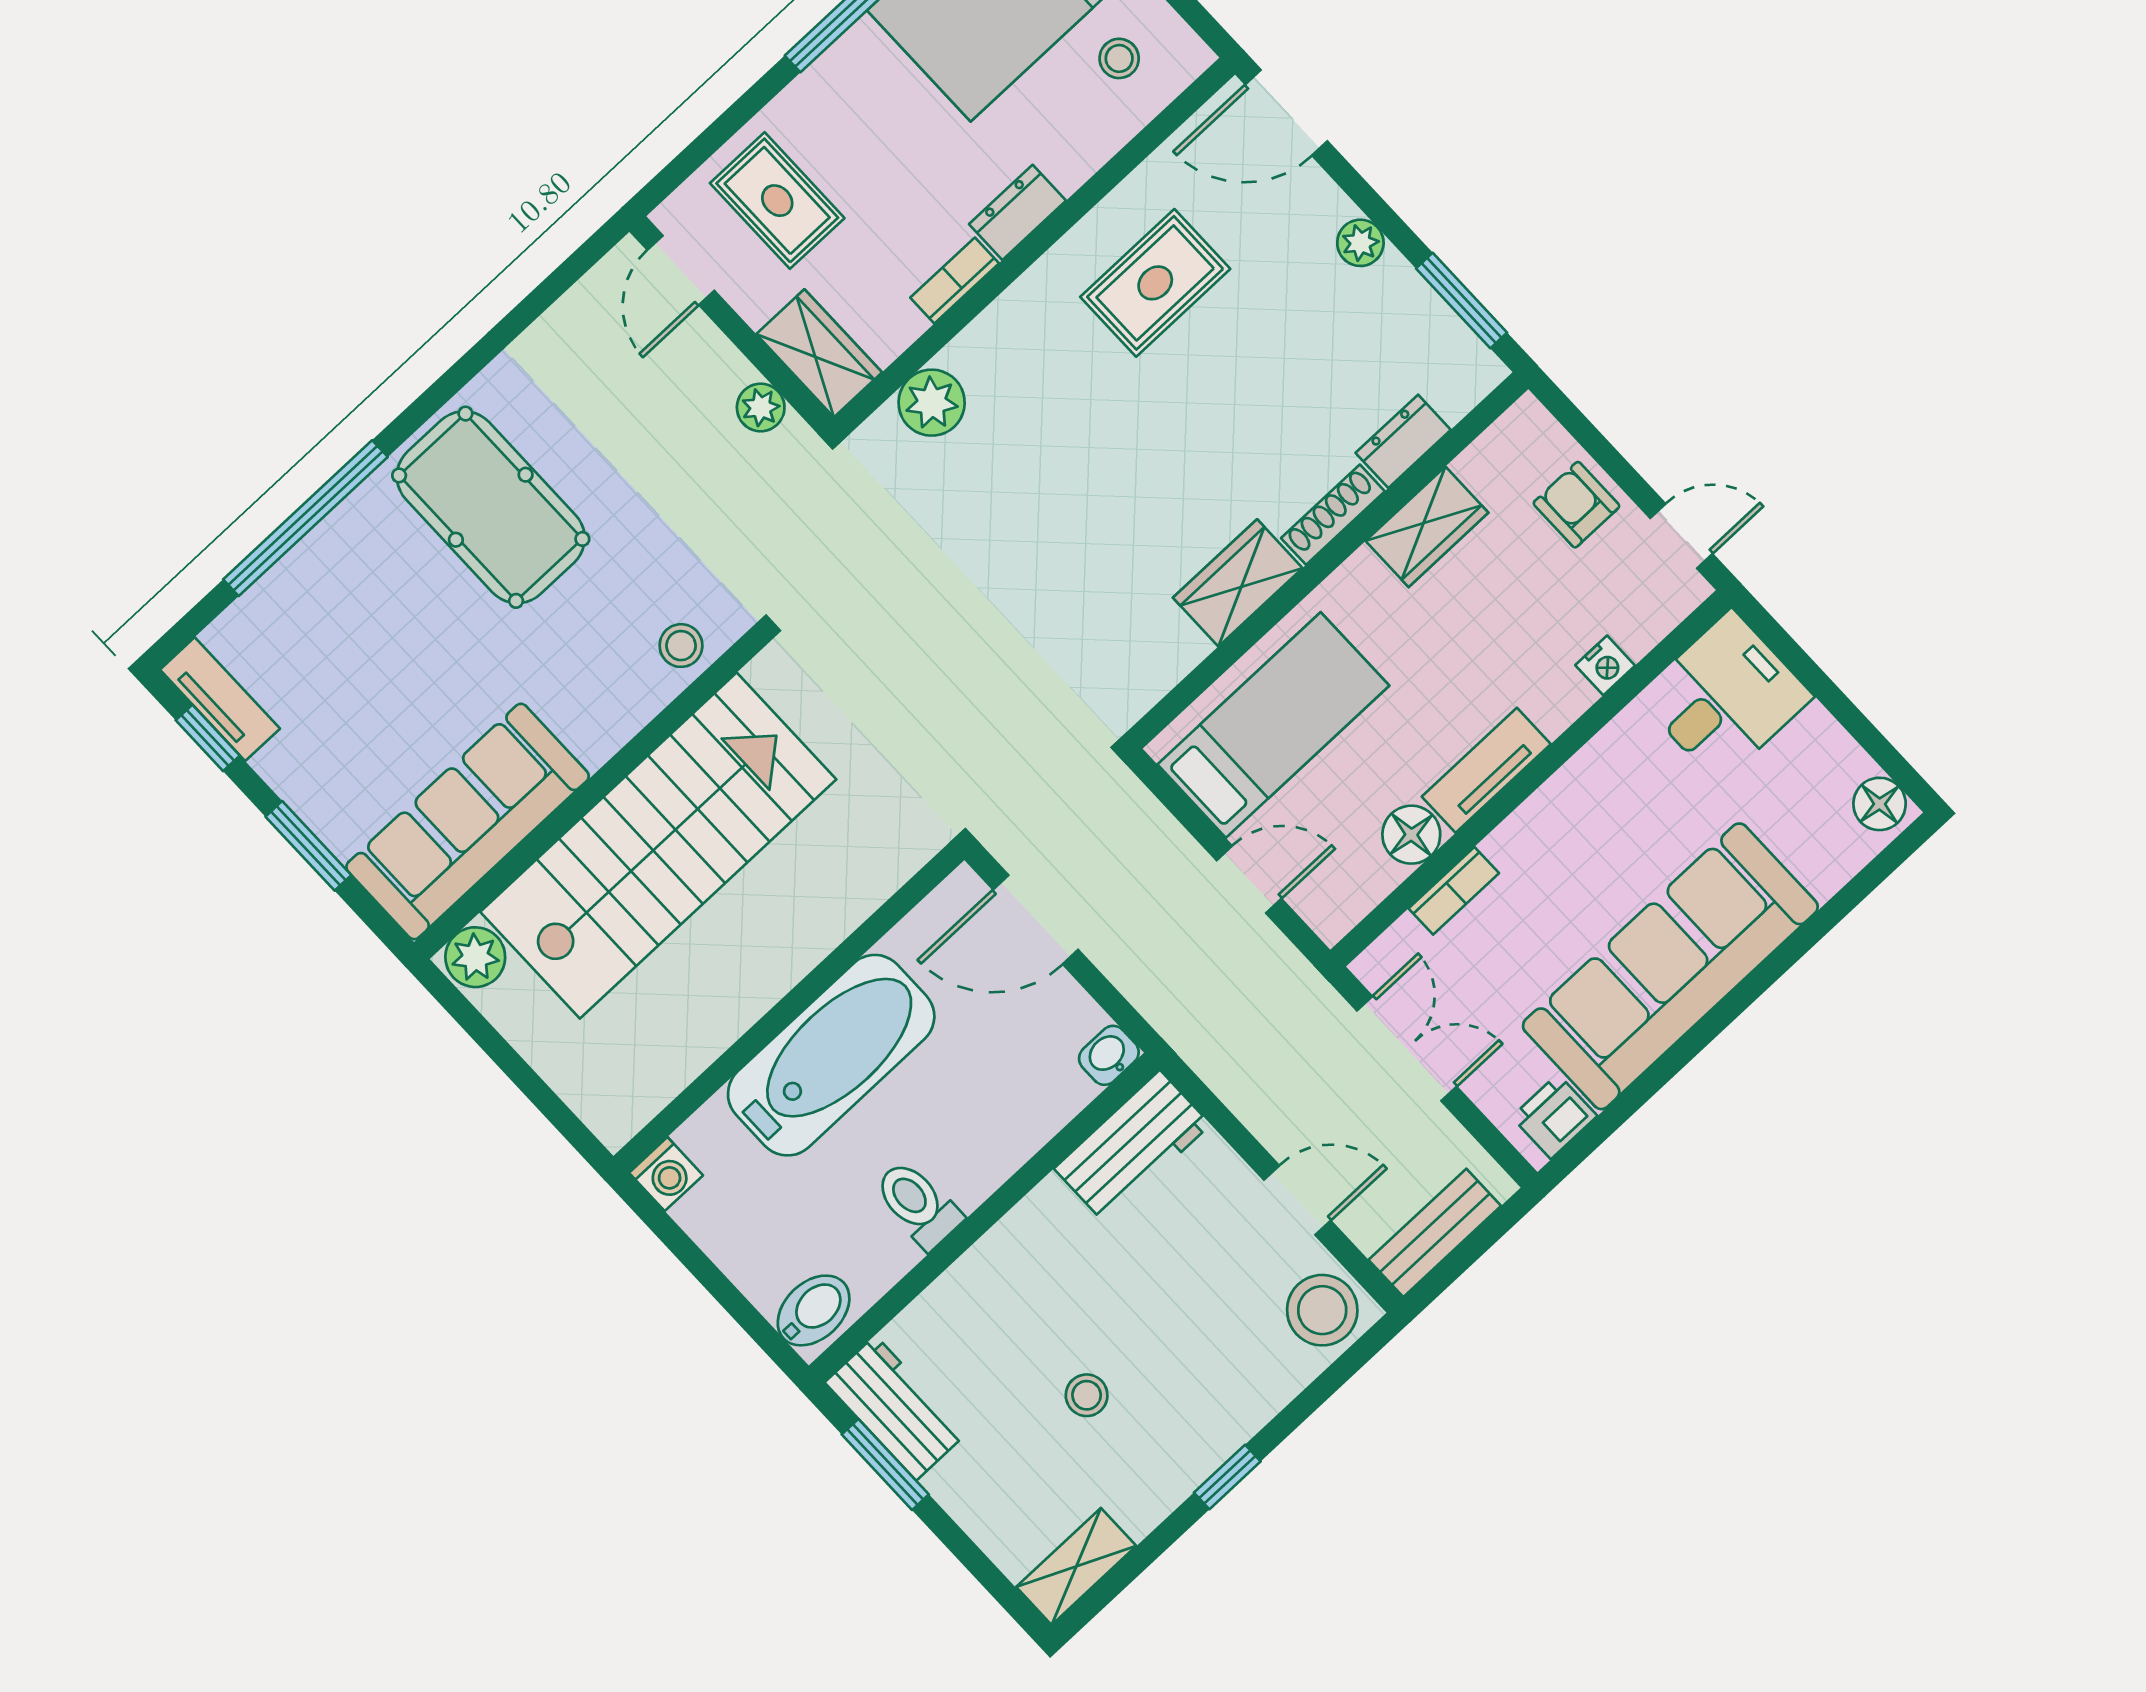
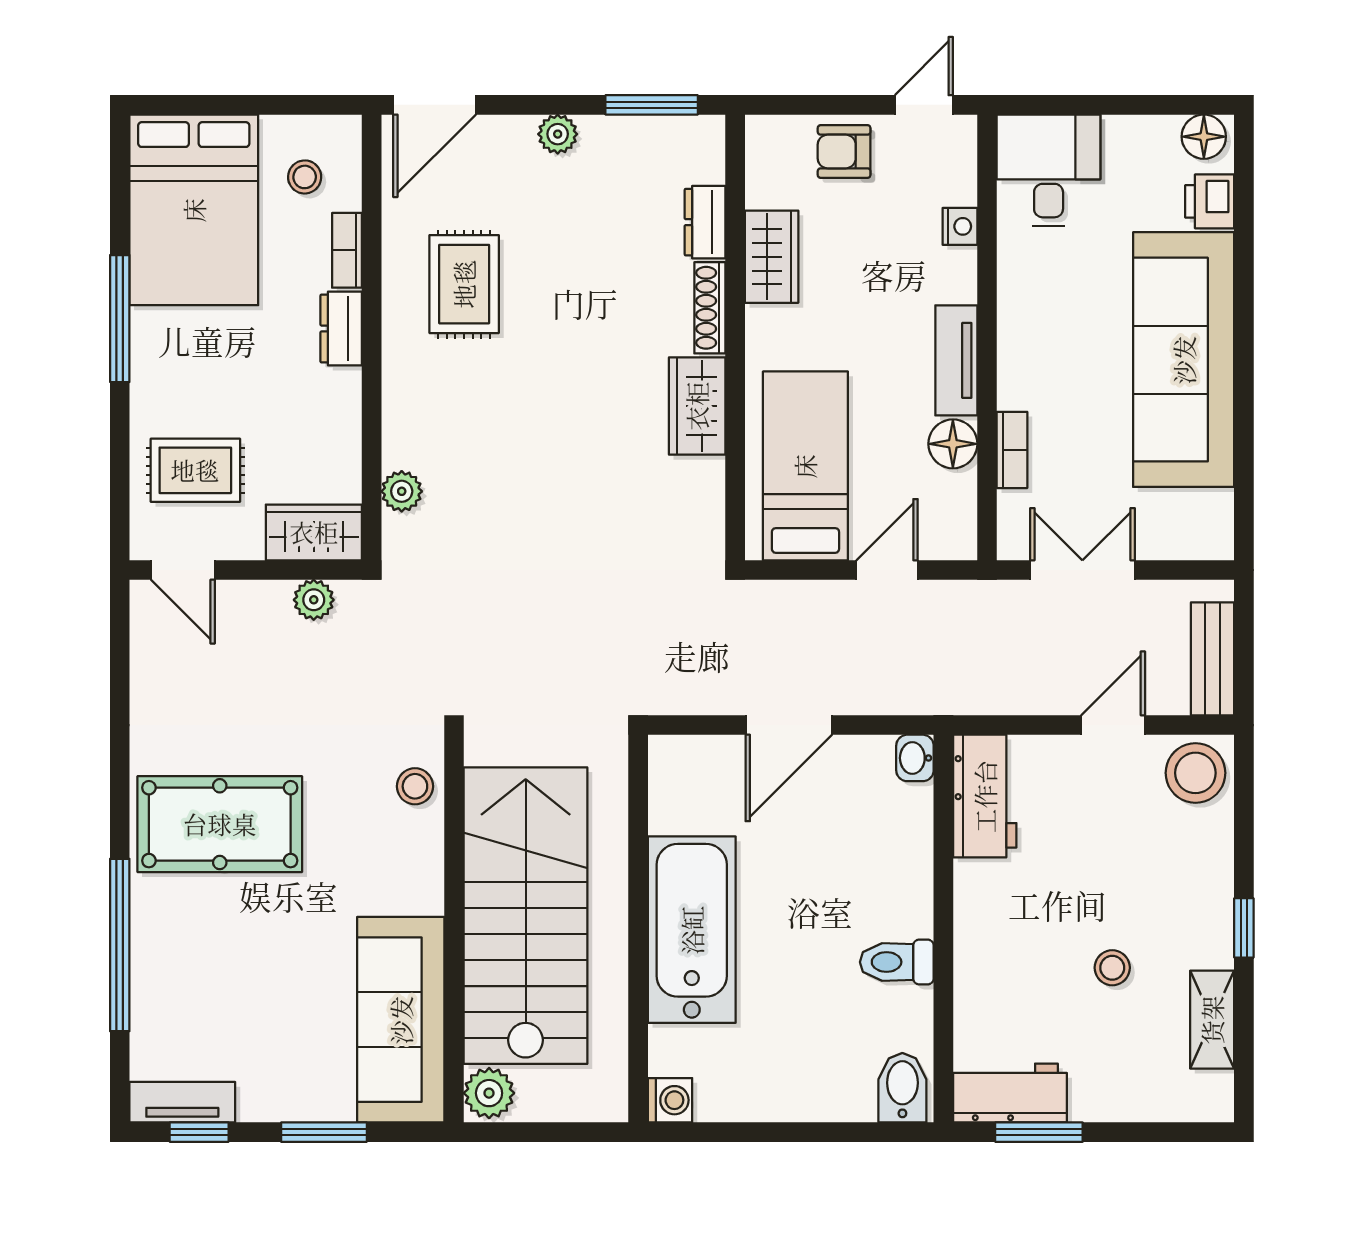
bookcase: (955, 281) -> (347, 250), moved
plant: (932, 403) -> (402, 491), width x0.73, depth x0.73
wall: (789, 1008) -> (638, 929), moved
bathtub: (831, 1055) -> (692, 930), moved
printer: (1554, 1117) -> (1210, 201), moved
washing machine: (666, 1174) -> (670, 1100), moved
shelving: (1076, 1566) -> (1212, 1020), moved

